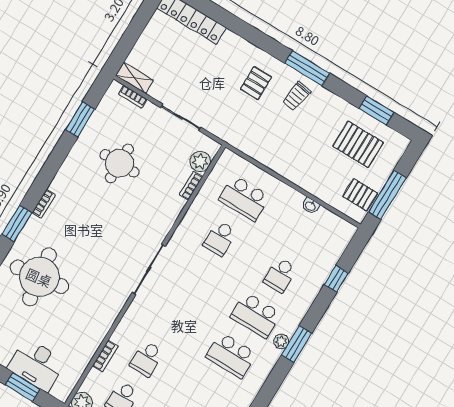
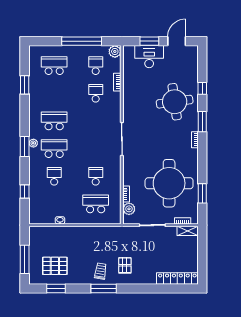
round table: (119, 163) -> (169, 183), width x1.86, depth x1.86
pallet: (360, 195) -> (38, 241), removed
window: (387, 195) -> (25, 259), moved

